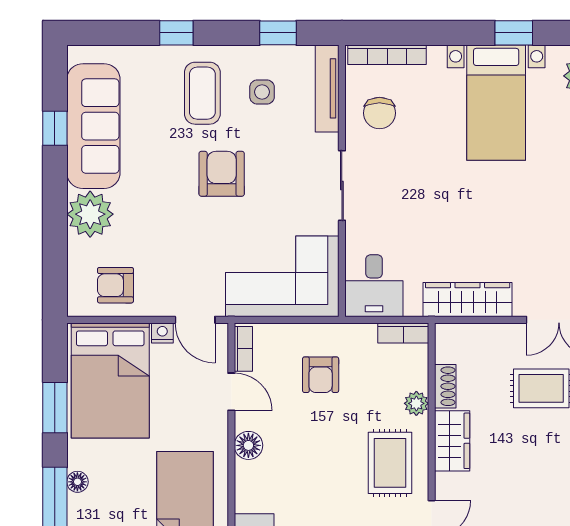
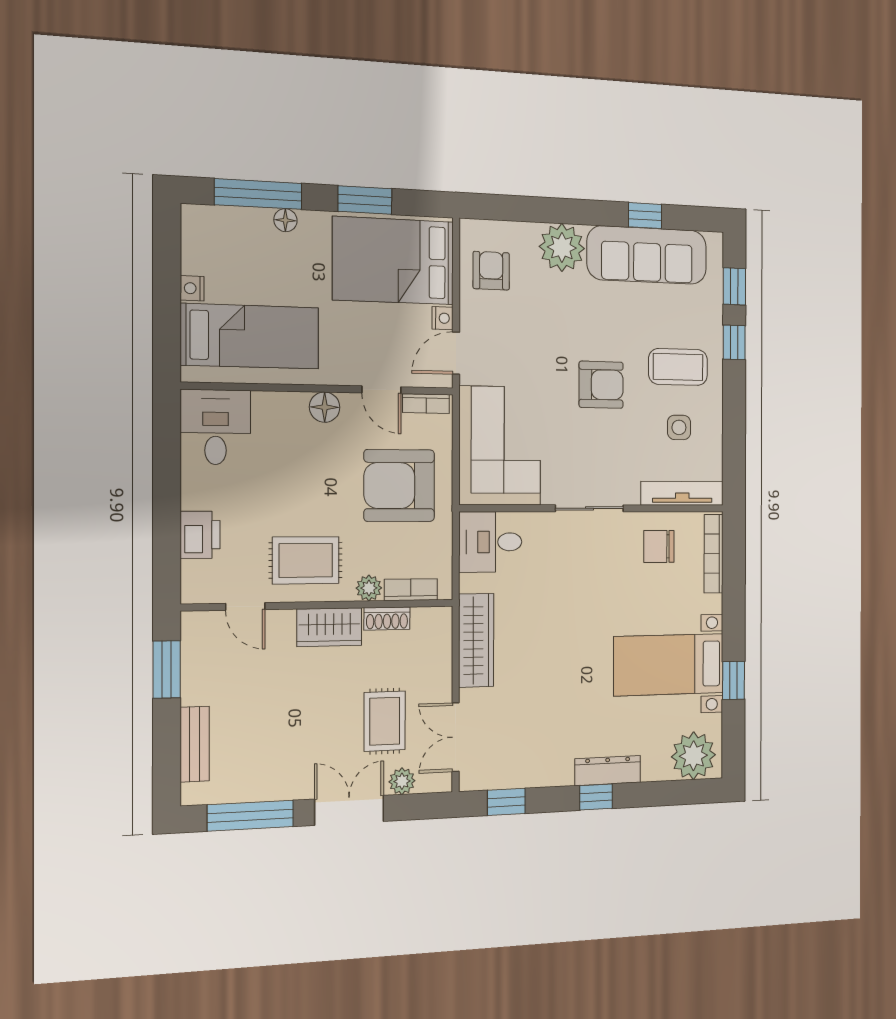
window: (278, 33) -> (734, 286), moved
bookcase: (403, 333) -> (411, 590), moved, turned 90
armchair: (321, 375) -> (399, 486), width x1.88, depth x1.88
door: (231, 392) -> (381, 390), hinge flipped

